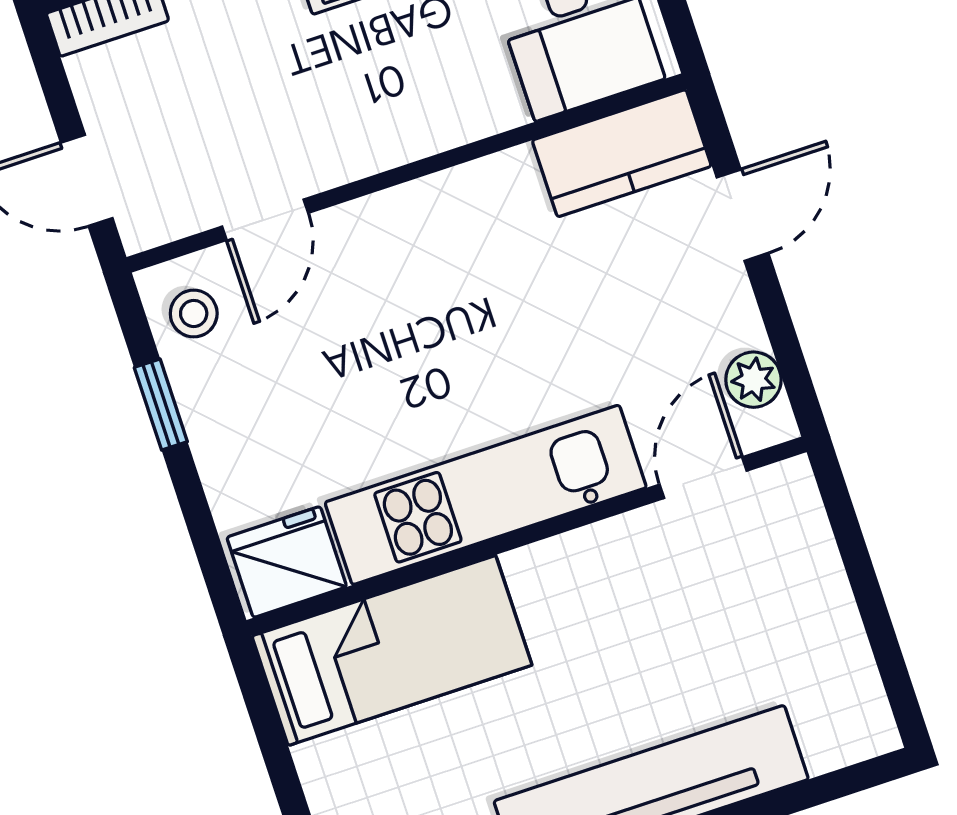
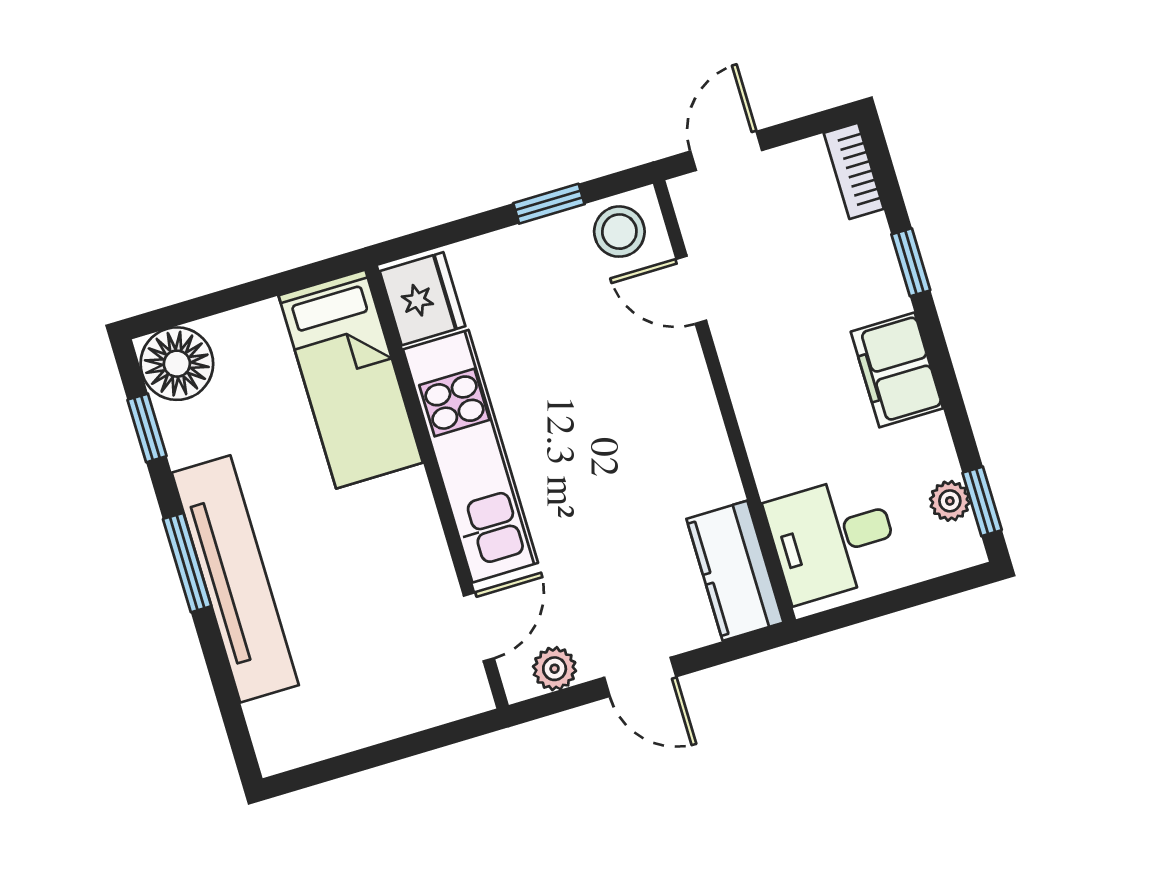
door: (743, 215) -> (640, 677), moved
stool: (194, 313) -> (619, 232), width x1.37, depth x1.37
door: (703, 478) -> (479, 627), hinge flipped

